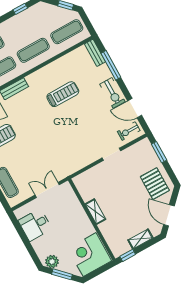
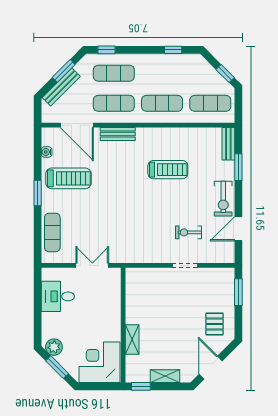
window: (111, 65) -> (238, 167), width x0.69
door: (135, 108) -> (238, 229), hinge flipped
exercise bike: (129, 131) -> (189, 232), moved
pallet: (155, 184) -> (215, 324), width x0.67, depth x0.71
shelving: (95, 212) -> (132, 339), moved

